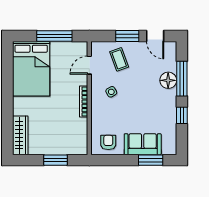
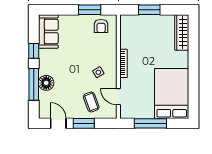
door: (89, 65) -> (118, 97), swing flipped
sofa: (143, 144) -> (48, 31), moved, turned -90
window: (151, 160) -> (90, 10), moved

